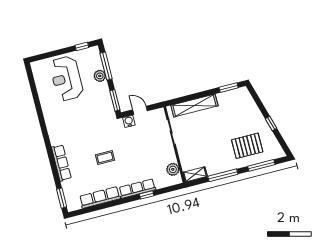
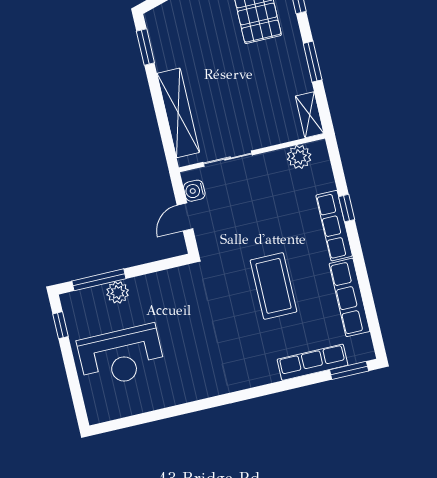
window: (115, 100) -> (165, 265), removed
water cooler: (129, 121) -> (194, 191), moved
coffee table: (105, 157) -> (274, 286), width x1.86, depth x1.72
row of seats: (61, 163) -> (313, 362), moved
window: (223, 175) -> (313, 62), width x0.69

